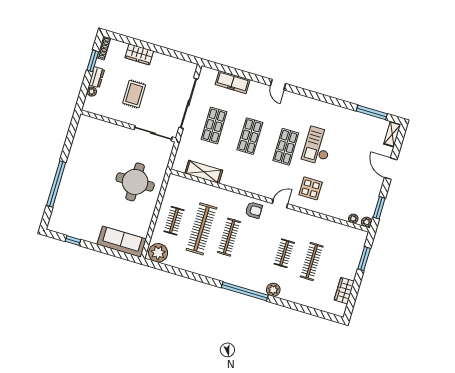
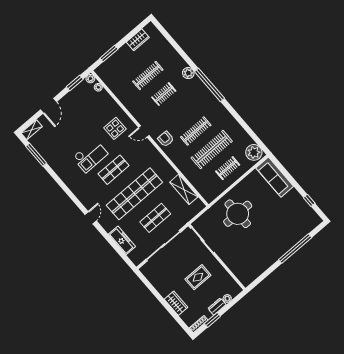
shop shelf: (250, 136) -> (134, 194), width x2.00, depth x1.36

